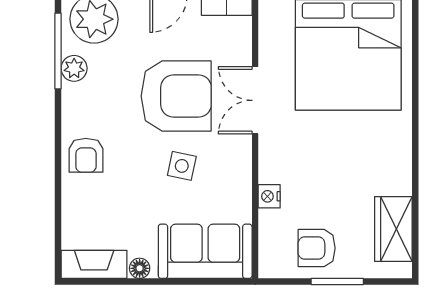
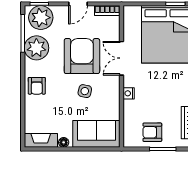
plant: (74, 68) -> (36, 48), width x1.87, depth x1.87
armchair: (176, 96) -> (82, 56), turned -90
nightstand: (269, 196) -> (129, 93), moved

